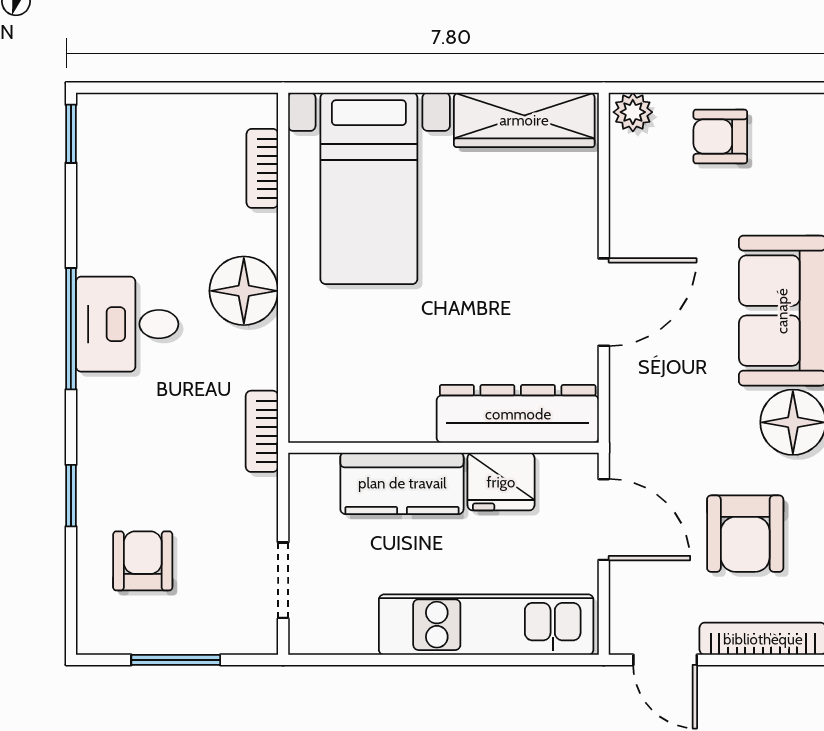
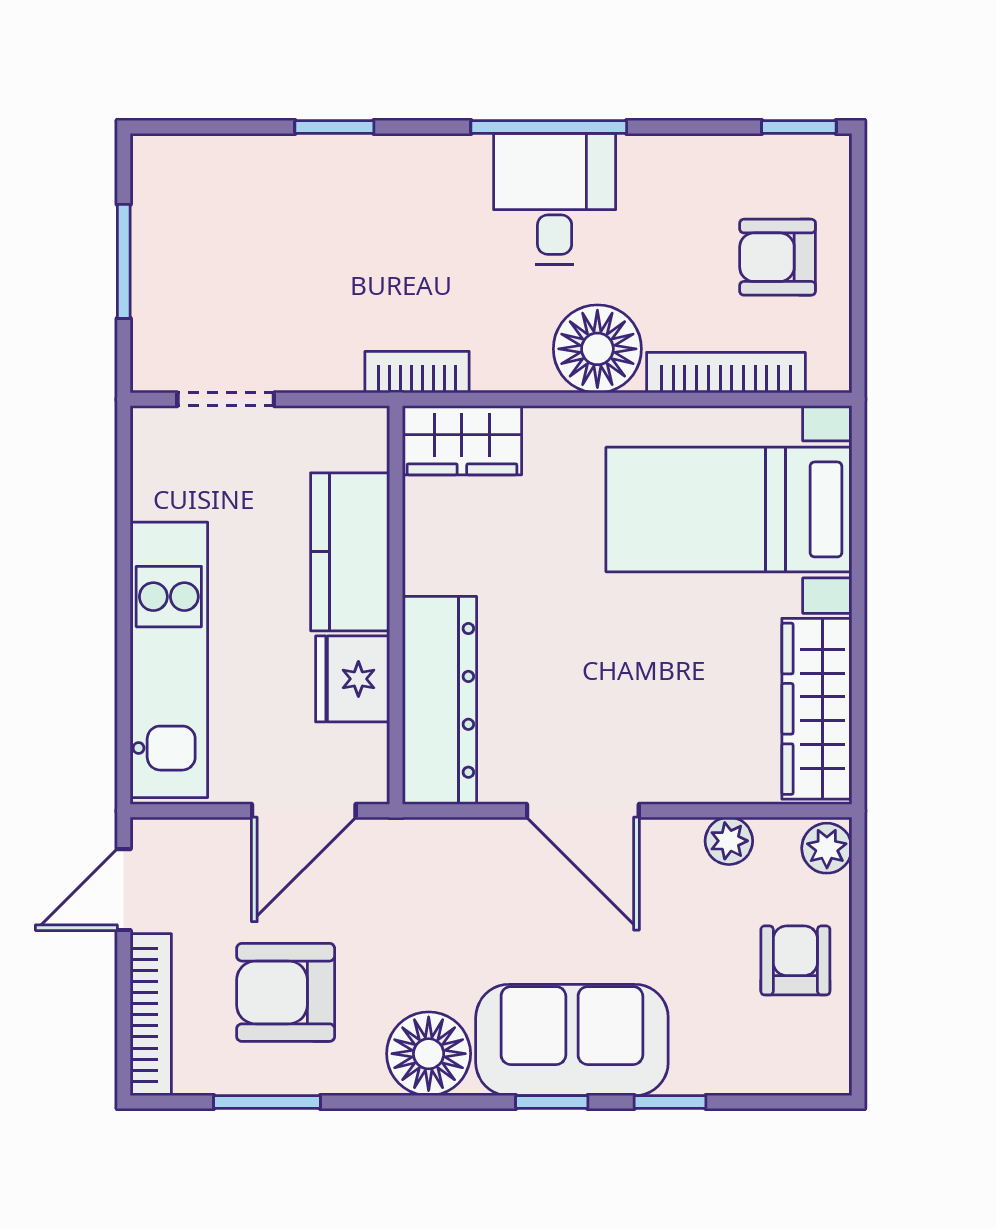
bookcase: (262, 168) -> (726, 373), width x1.56
plant: (627, 188) -> (729, 841), added
wardrobe: (315, 396) -> (462, 440), added
armchair: (143, 561) -> (778, 257), moved, turned 180

